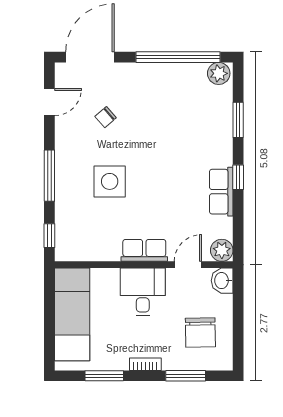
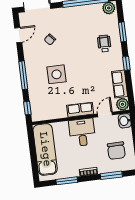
wheelchair: (203, 136) -> (104, 43), added
row of seats: (221, 192) -> (120, 84), moved

